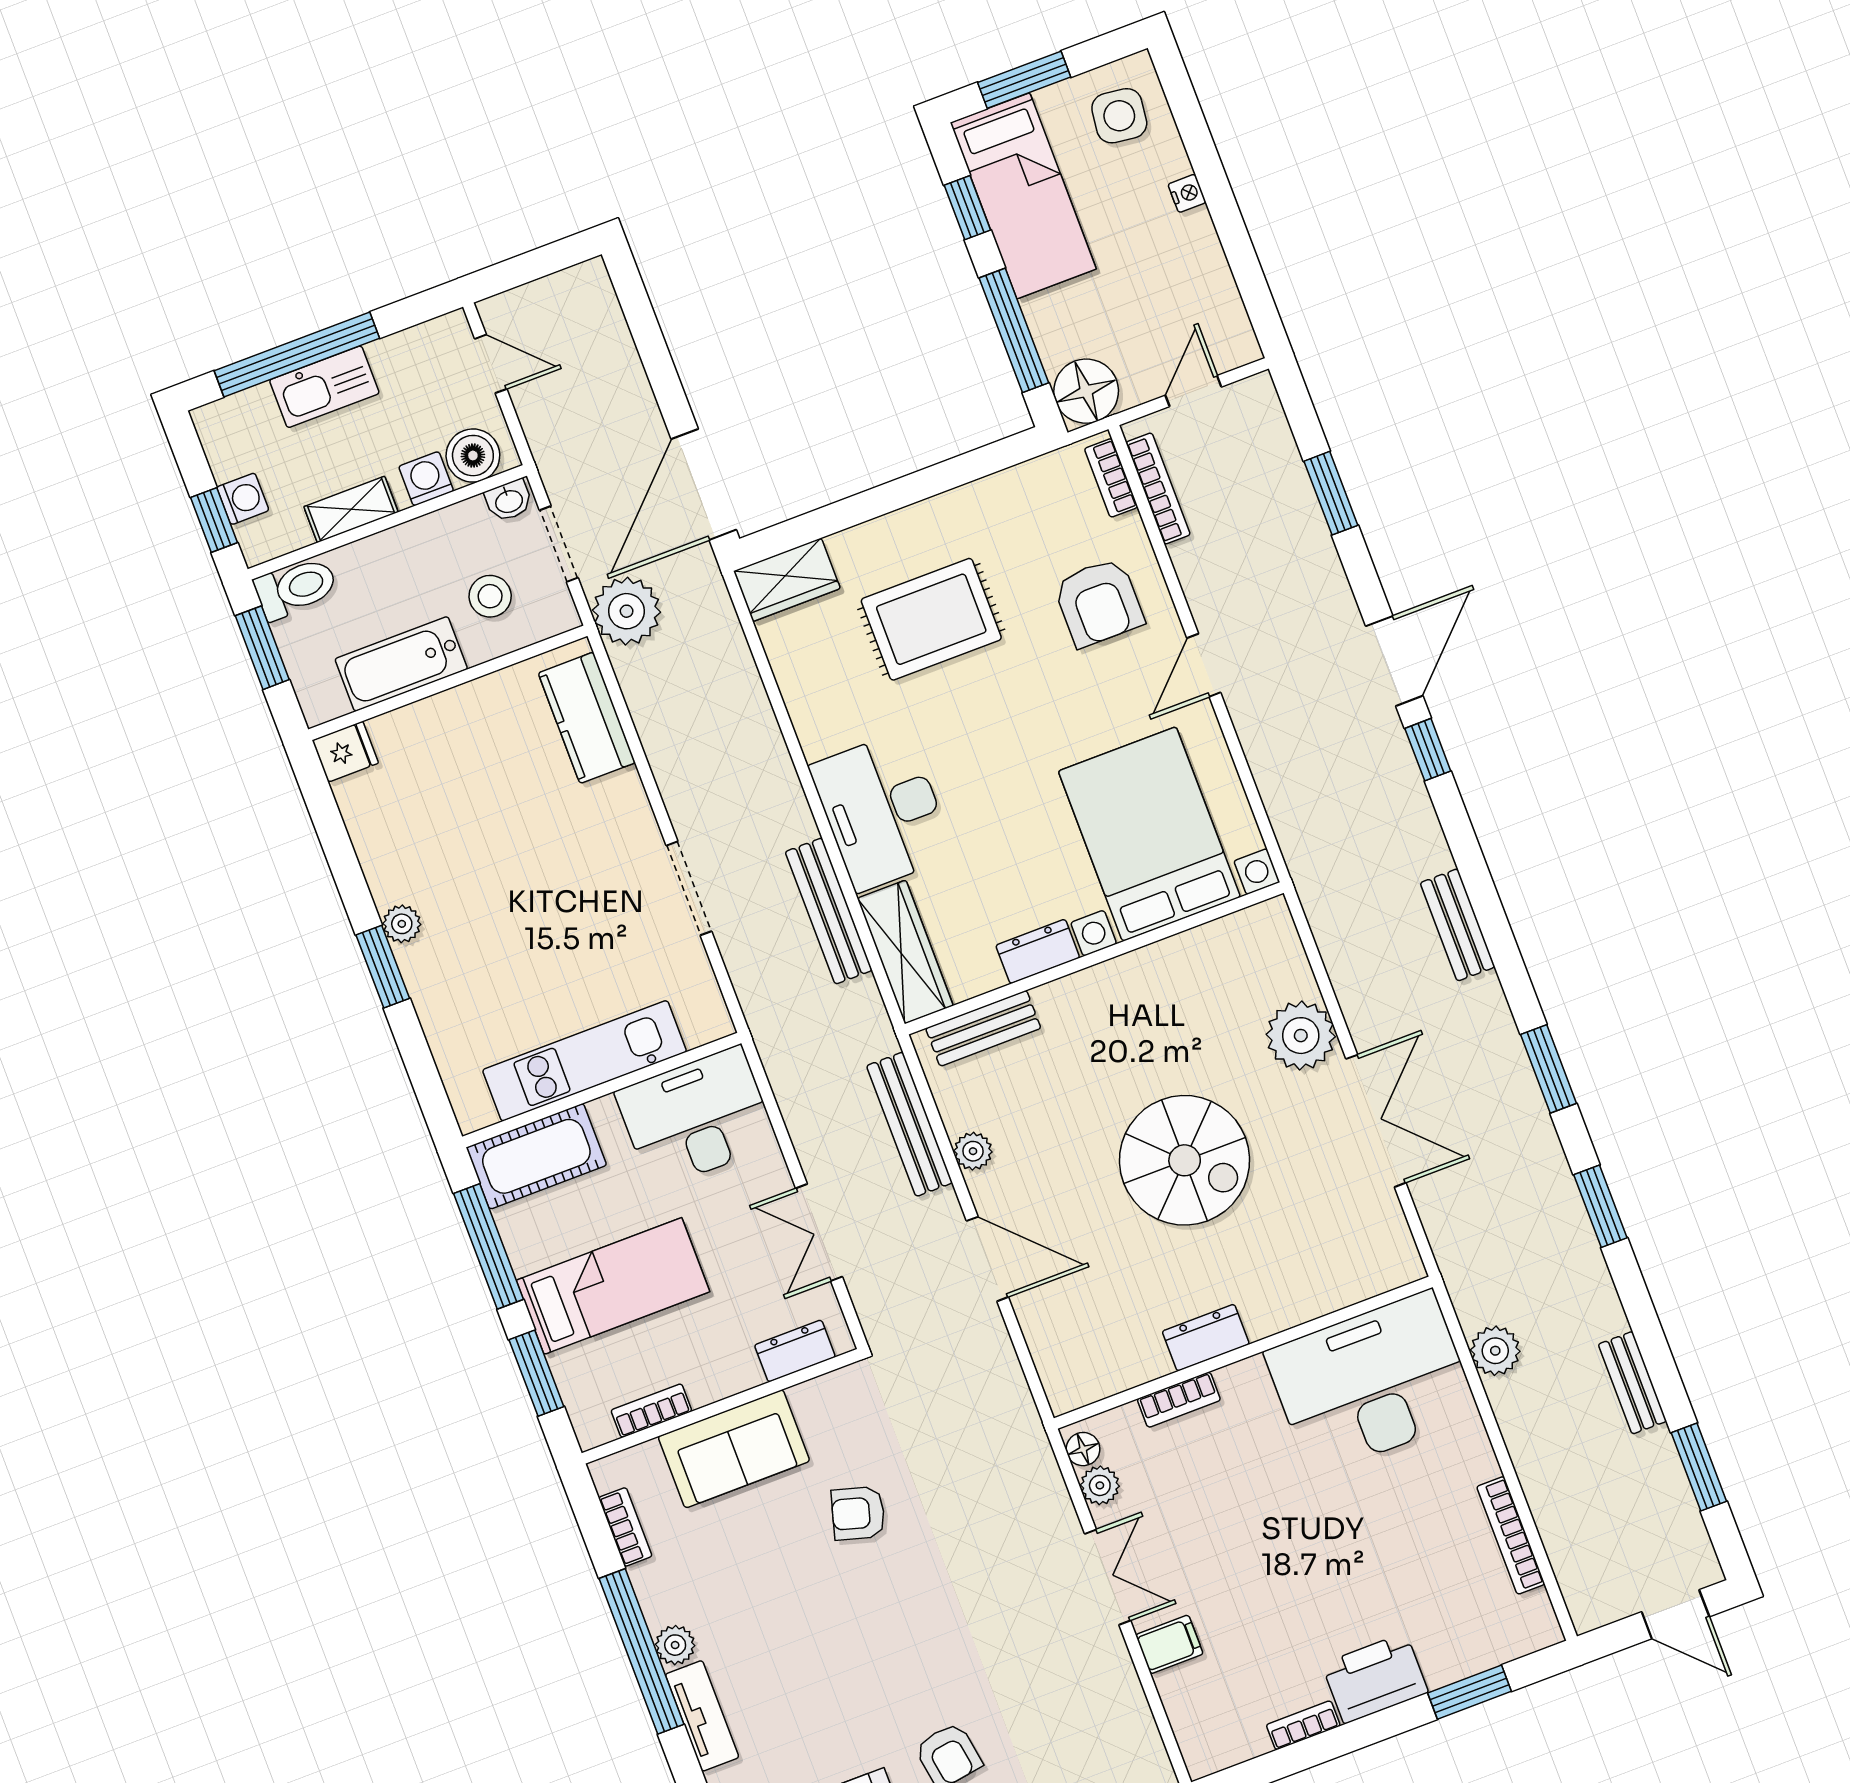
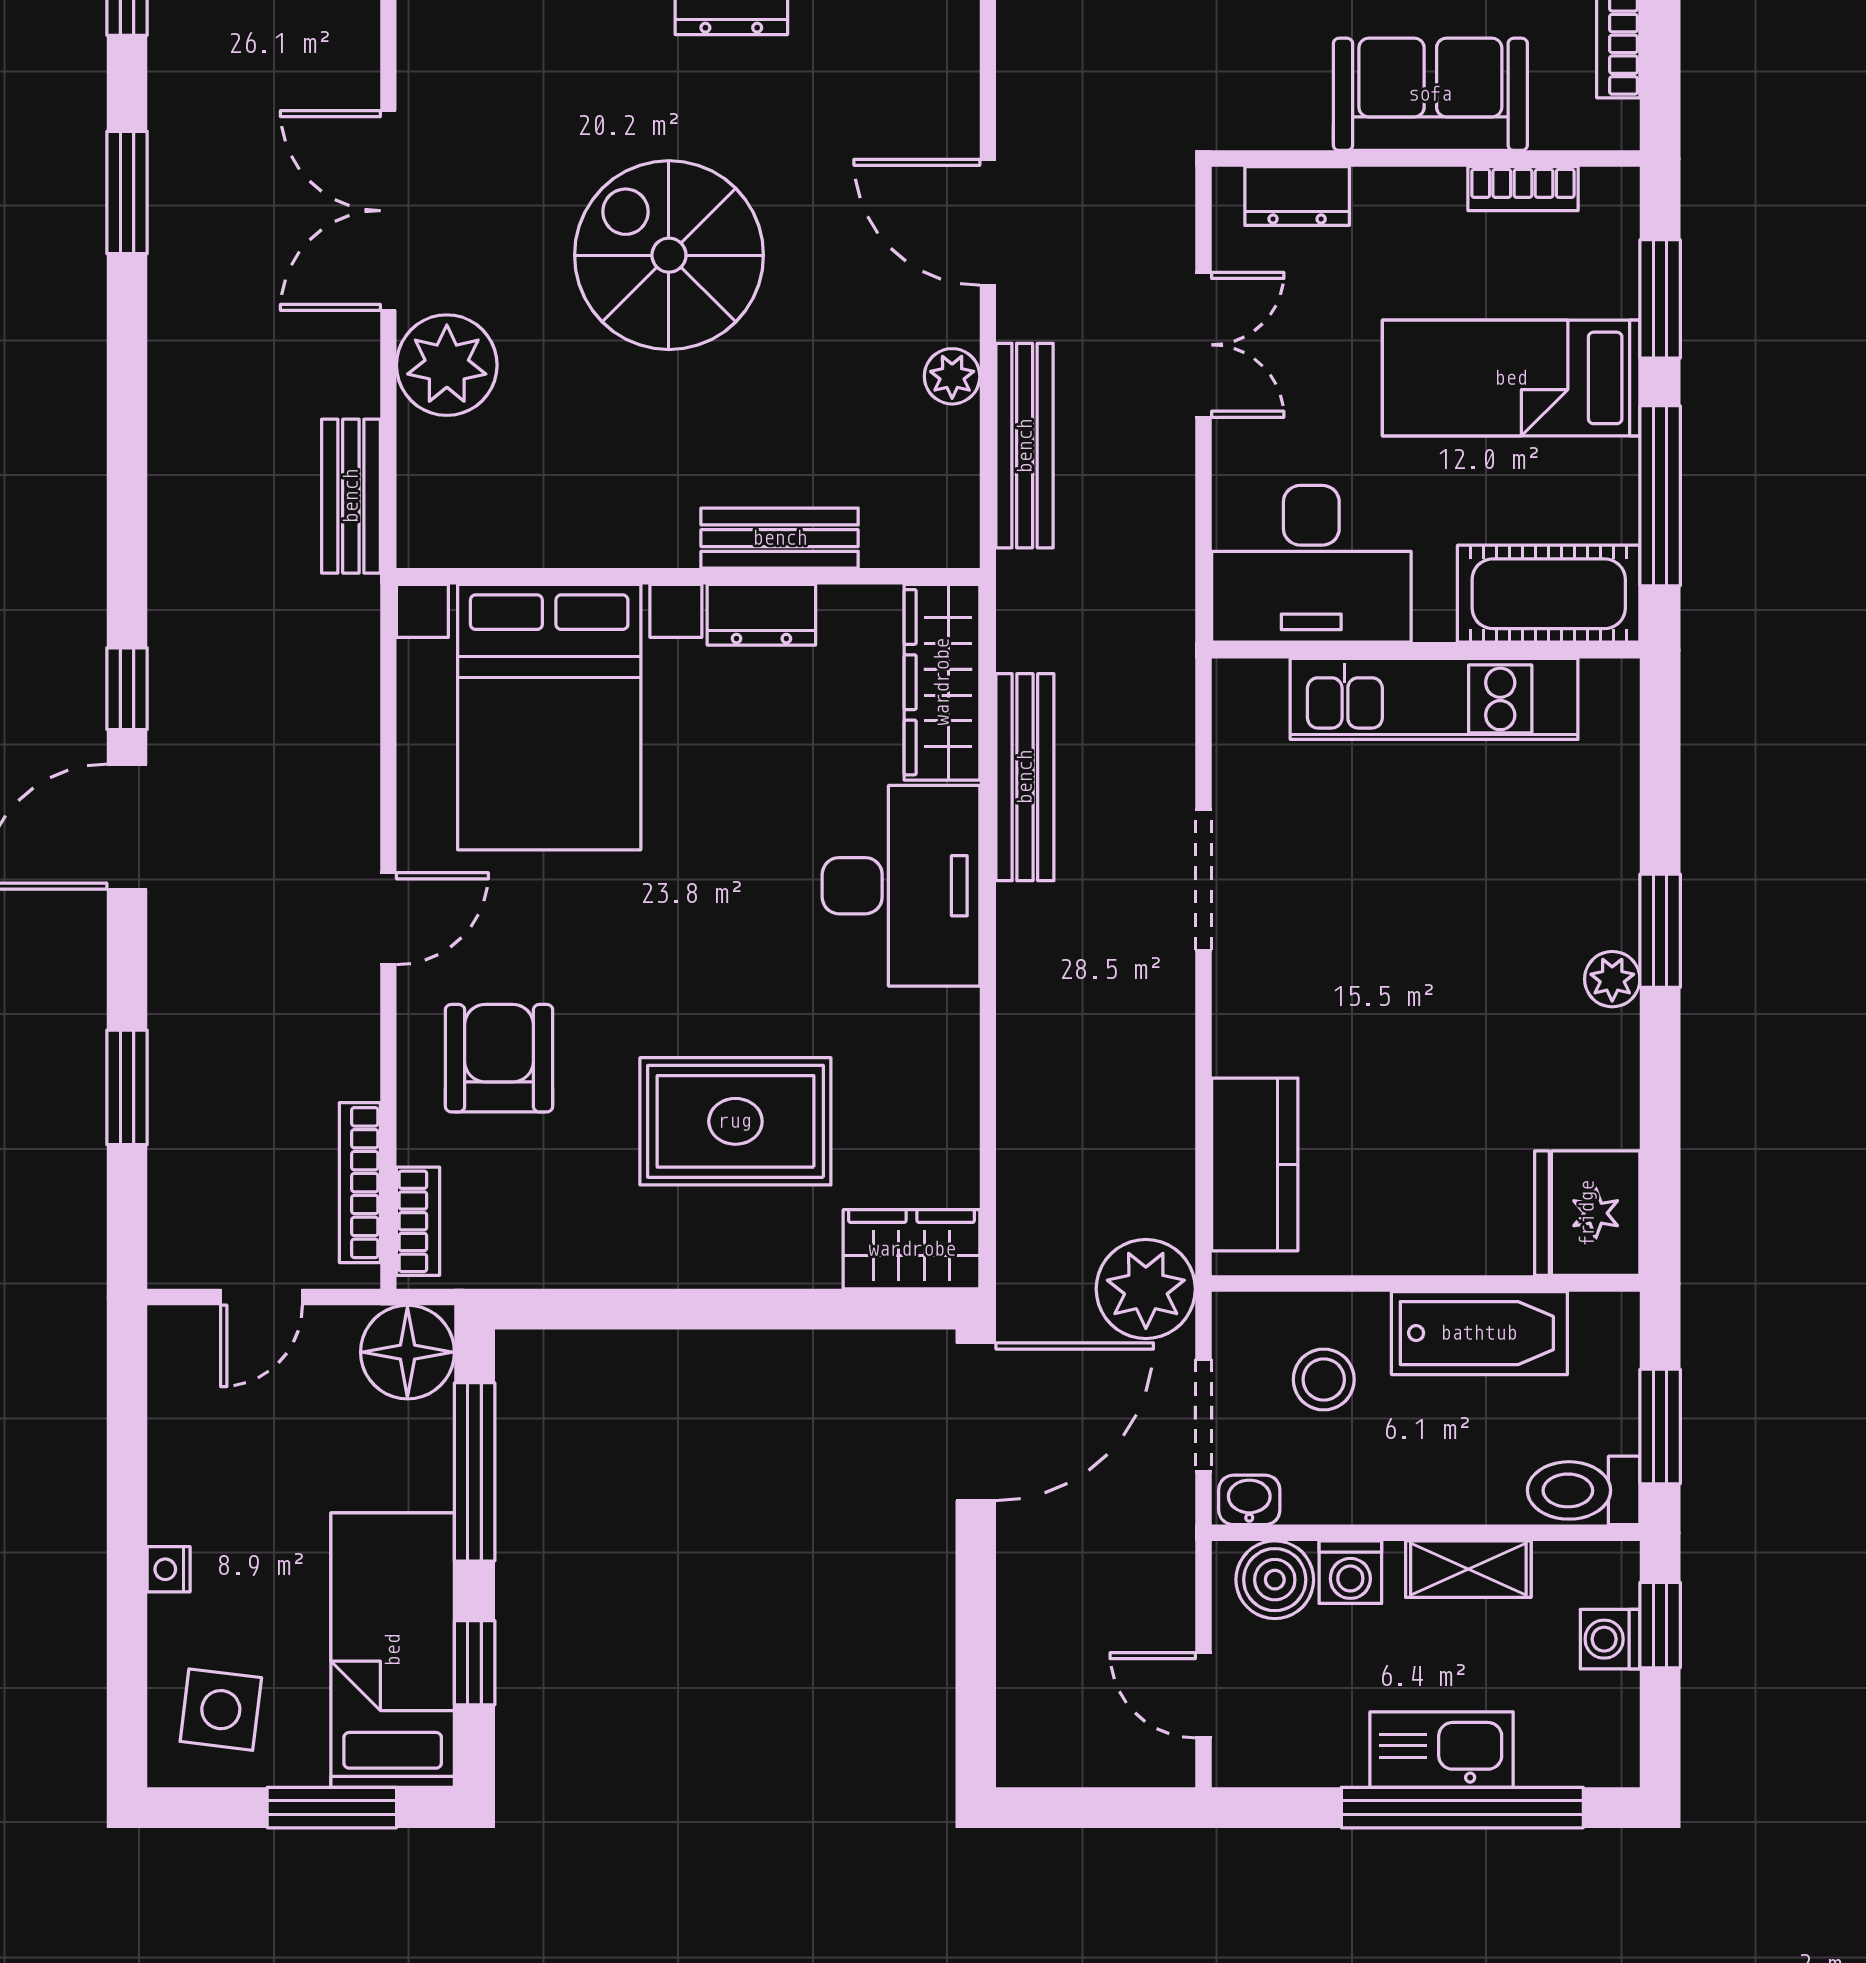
fridge: (345, 752) -> (1587, 1213), width x1.88, depth x1.34
bench: (1458, 925) -> (351, 496), moved
bench: (983, 1028) -> (780, 538), moved

